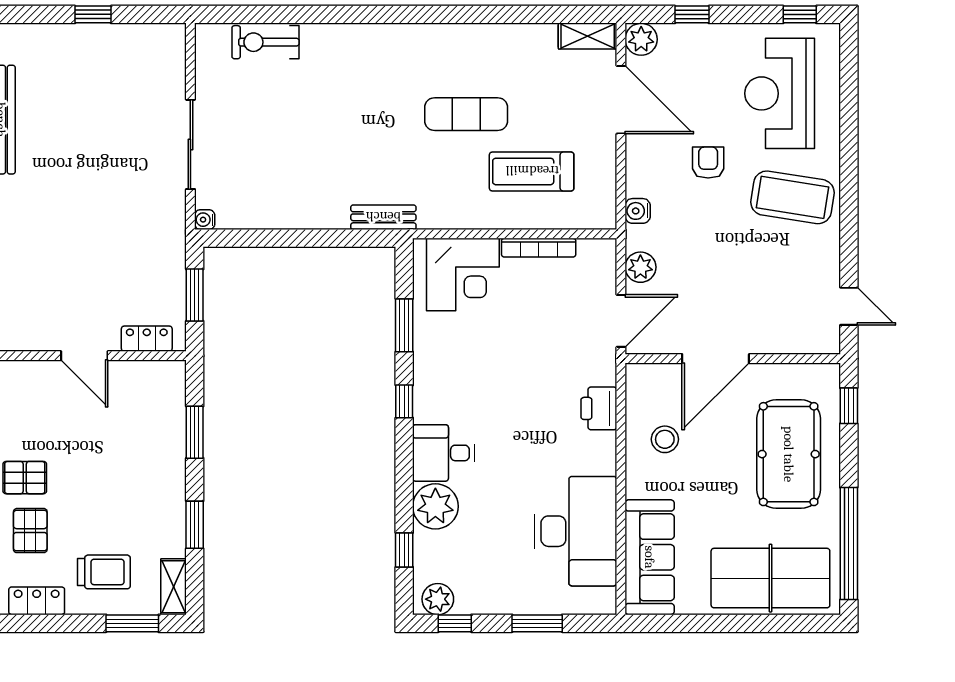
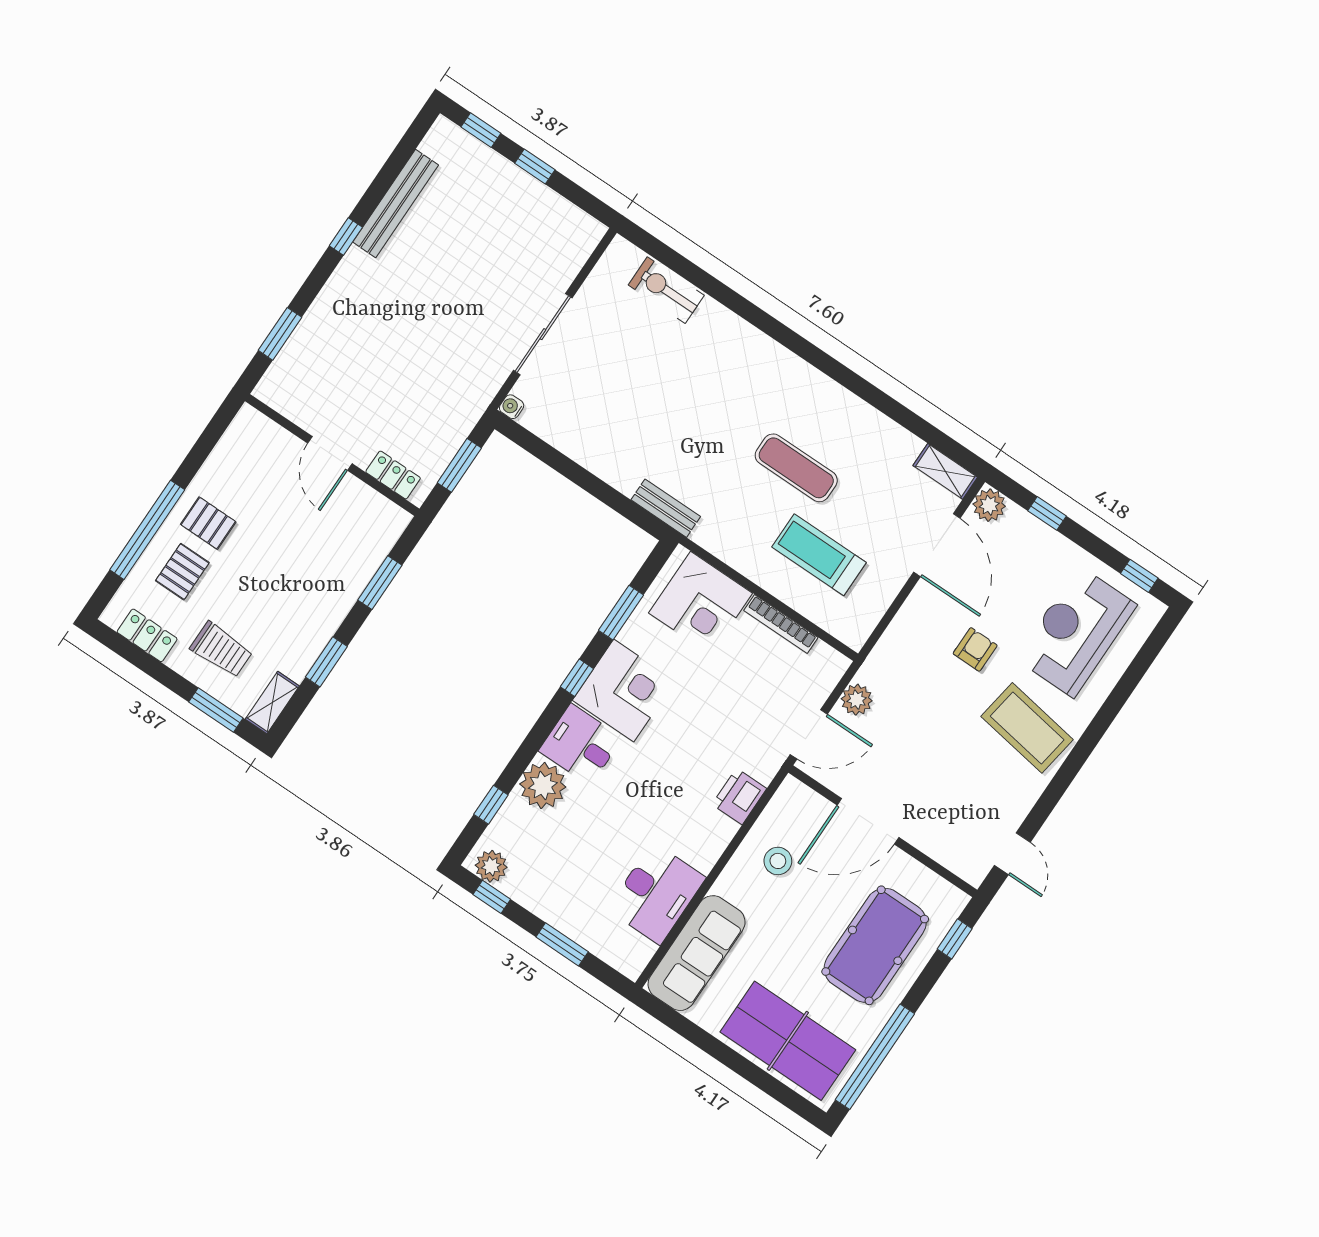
window: (30, 14) -> (481, 130), added
water cooler: (638, 211) -> (887, 650), removed
corner desk: (449, 386) -> (624, 691), added
desk: (576, 531) -> (656, 893), width x0.73, depth x0.77

